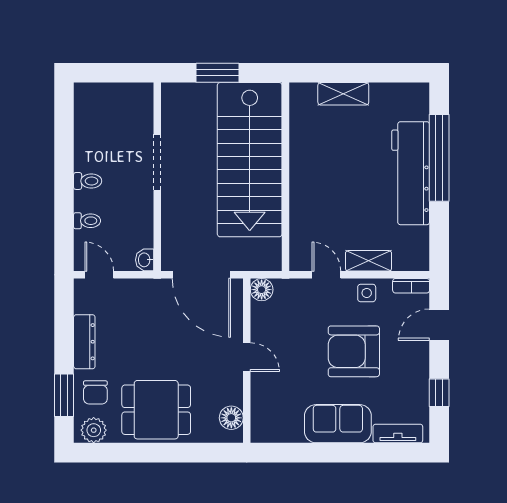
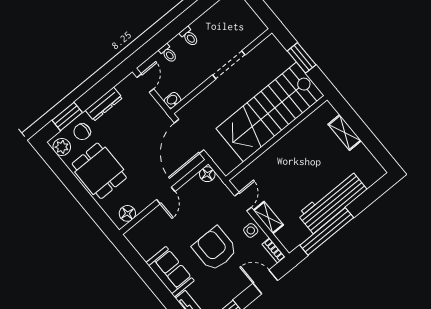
window: (439, 158) -> (327, 231), moved

